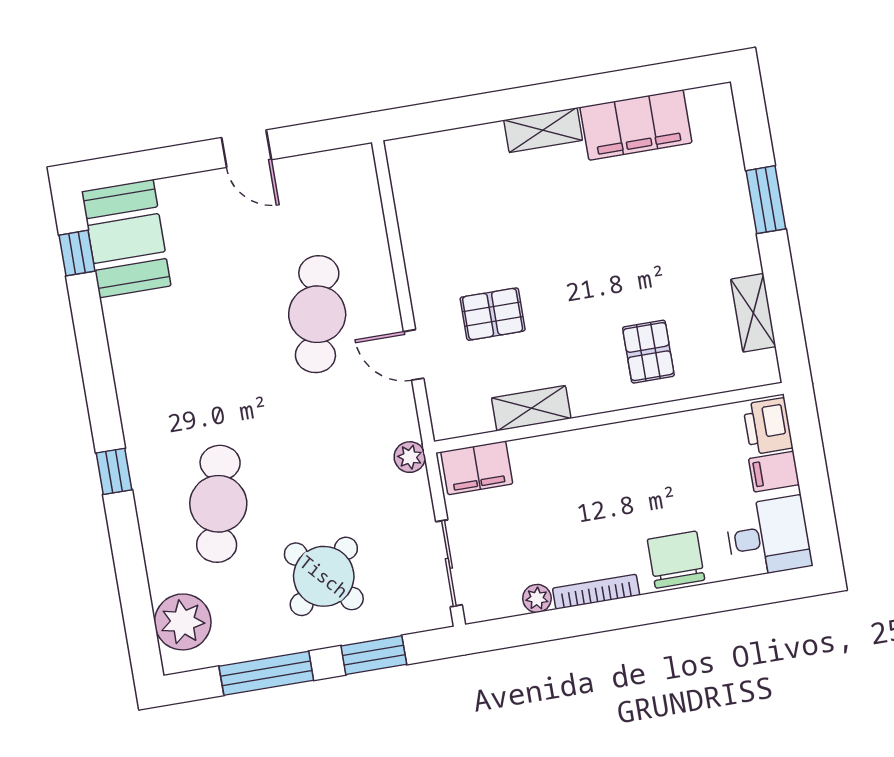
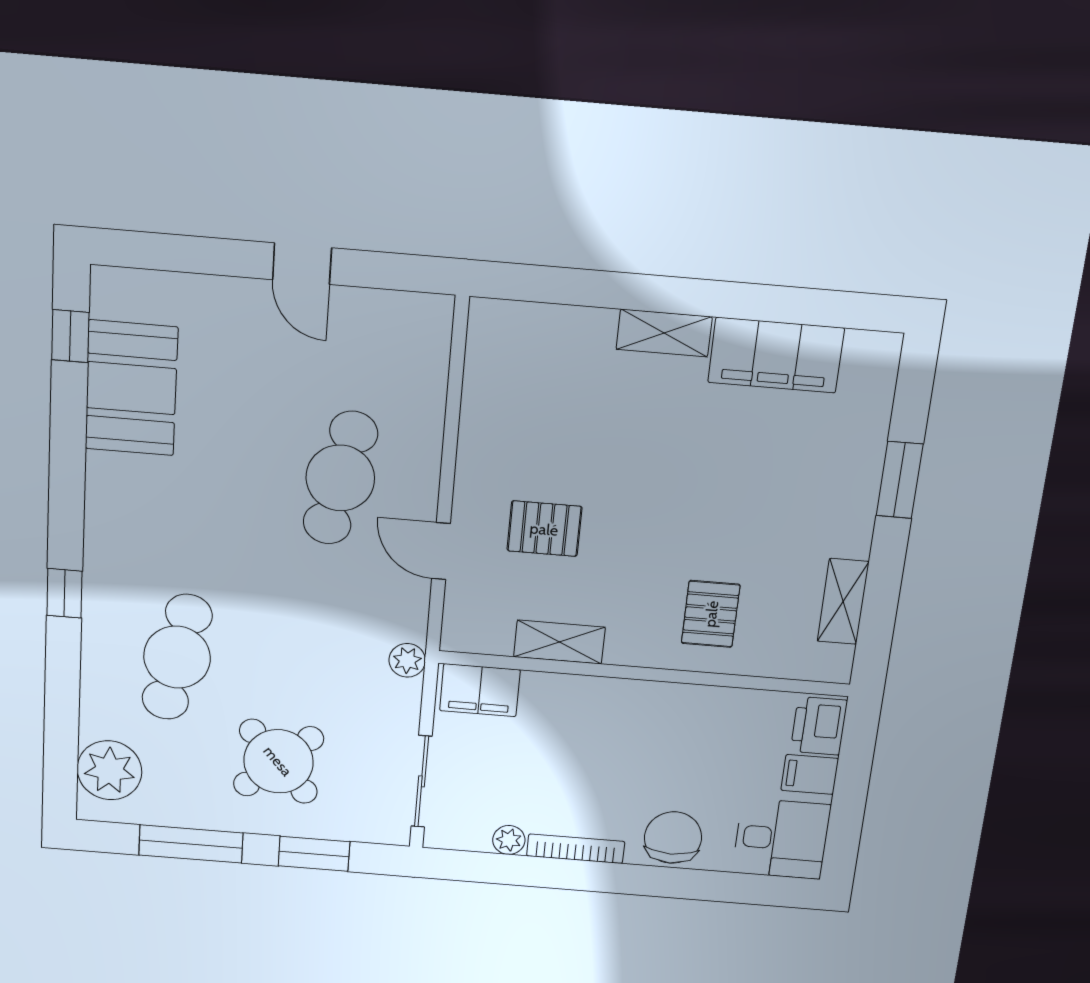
booth: (126, 239) -> (131, 388), moved

